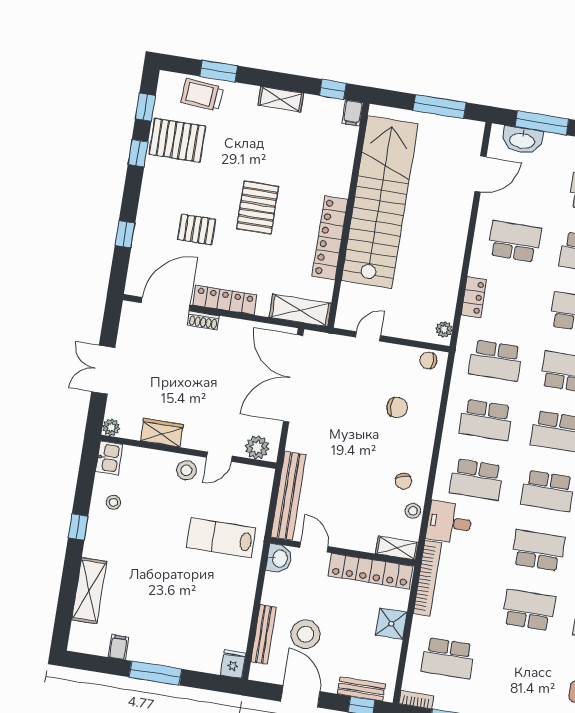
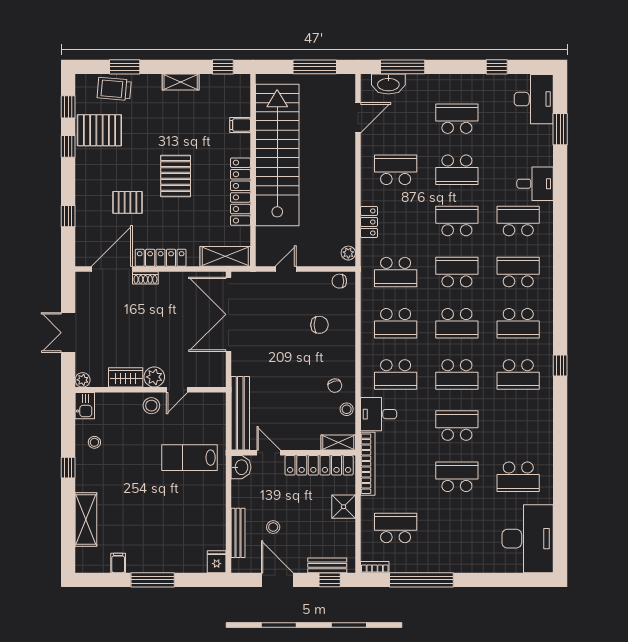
filing cabinet: (353, 113) -> (240, 125), moved, turned 90
plant: (257, 447) -> (154, 377), moved
stool: (305, 634) -> (273, 527), width x0.53, depth x0.53
school desk: (448, 658) -> (396, 528), turned 180

